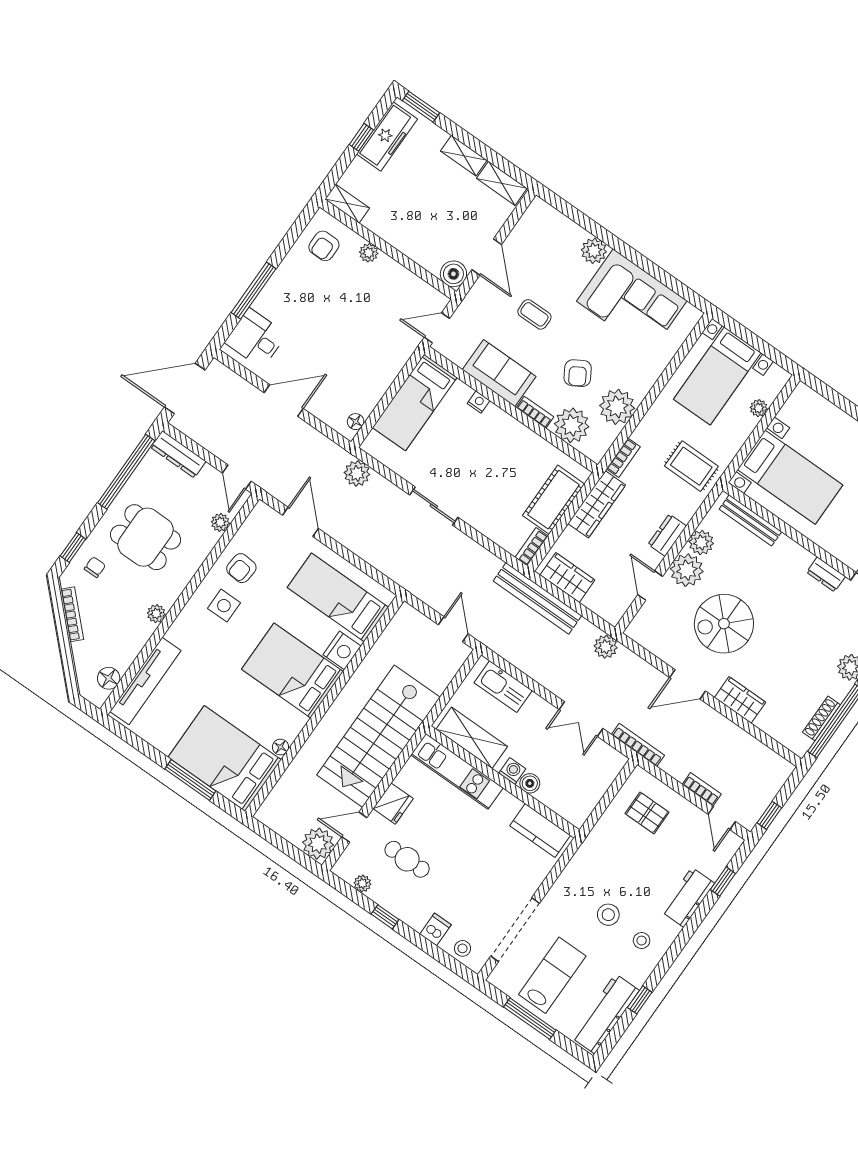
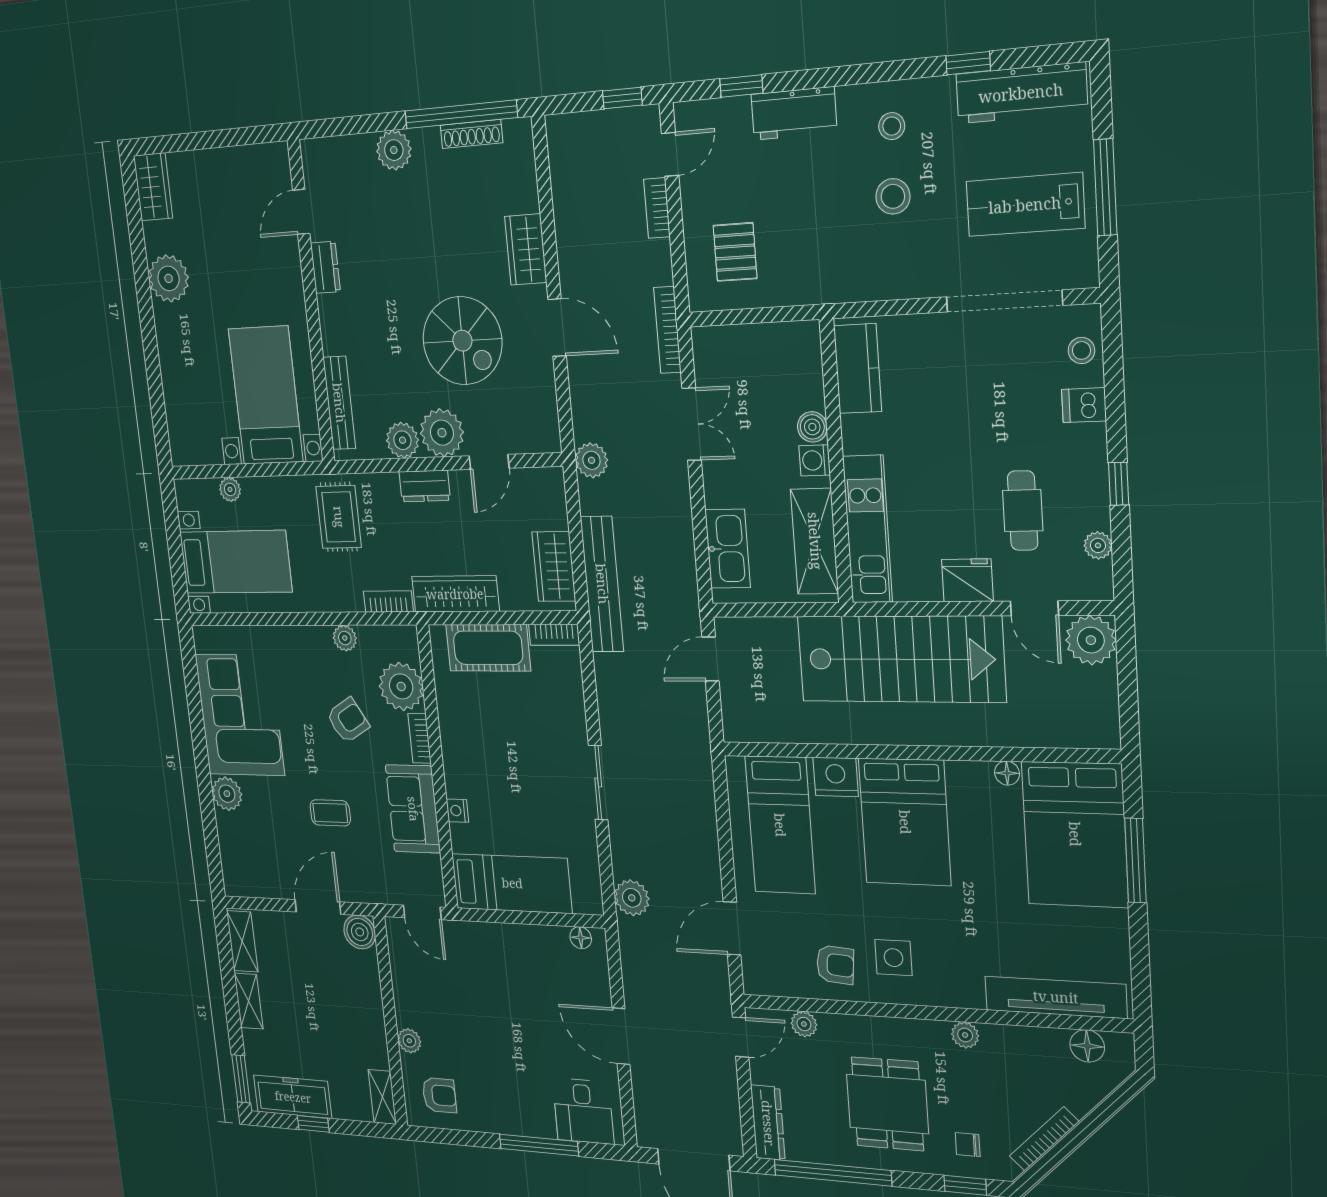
coffee table: (534, 314) -> (330, 813), turned 90
plant: (617, 407) -> (345, 638), width x0.53, depth x0.53

